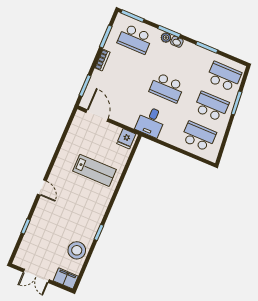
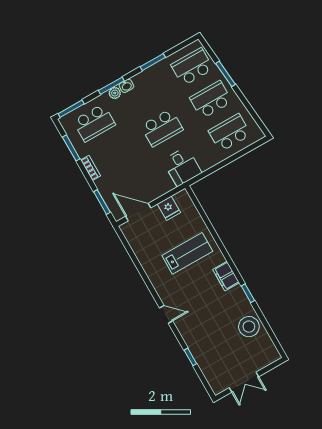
fridge: (126, 139) -> (169, 208), moved
filing cabinet: (66, 278) -> (226, 276), moved, turned -90

